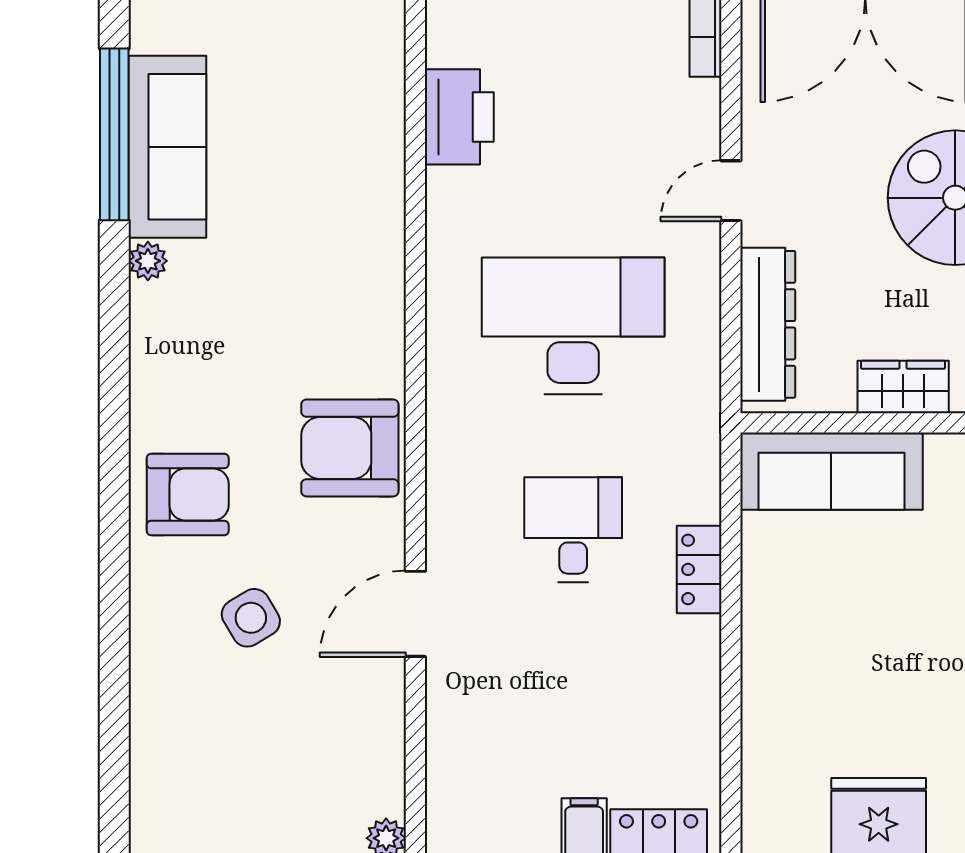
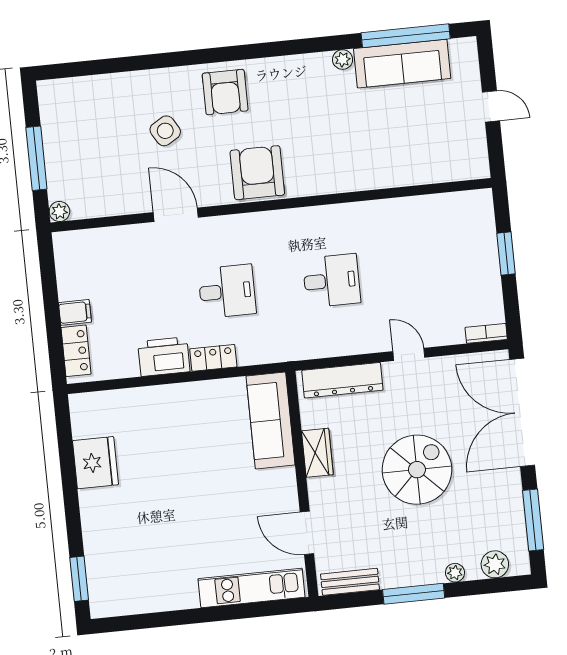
printer: (459, 117) -> (164, 357), moved, turned 180
desk: (573, 326) -> (332, 281), width x0.53, depth x0.77

